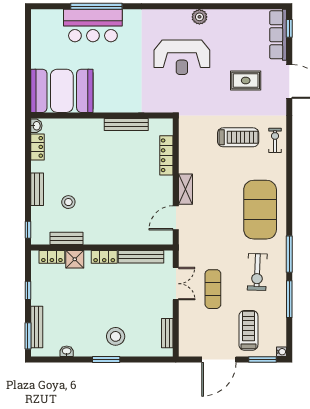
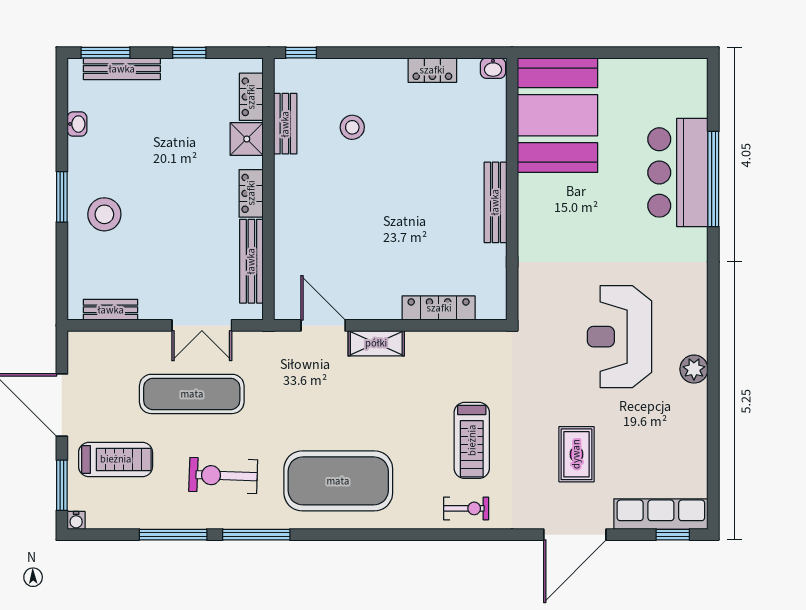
bench: (126, 124) -> (495, 202), moved
locker: (37, 147) -> (432, 70), moved
bench: (37, 189) -> (376, 69), removed
exercise mat: (213, 289) -> (192, 394), width x1.36, depth x1.45

